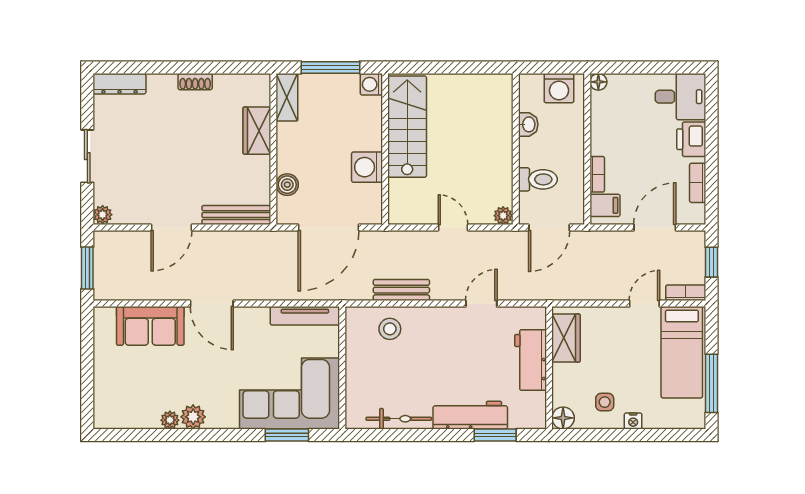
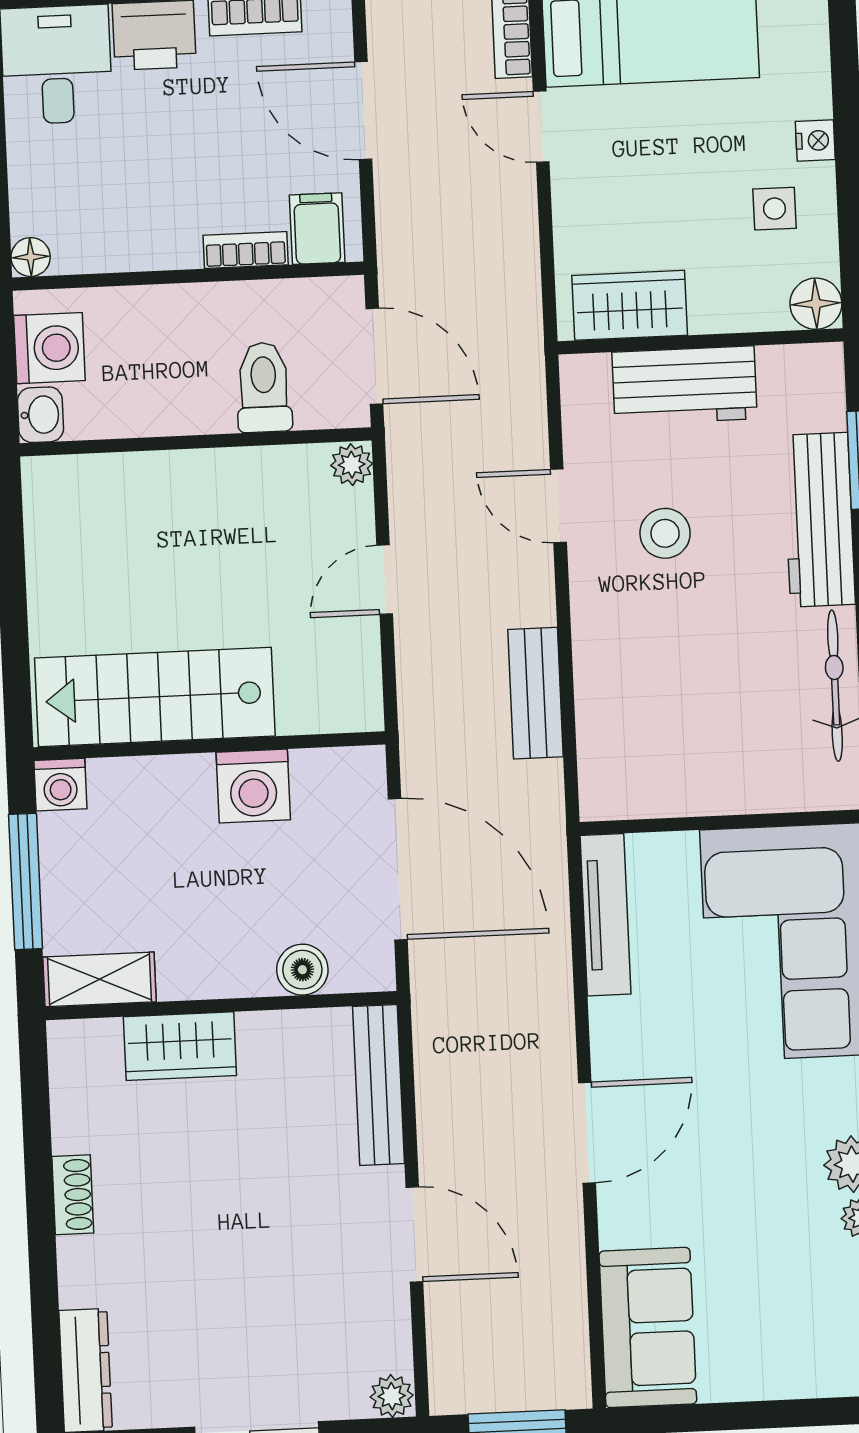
washbasin: (528, 124) -> (40, 415), moved, turned 90
sofa: (150, 326) -> (648, 1327), moved
stool: (390, 329) -> (665, 533), moved

